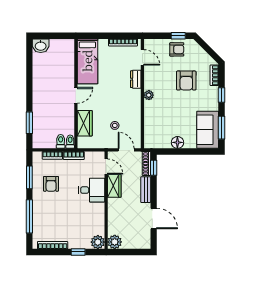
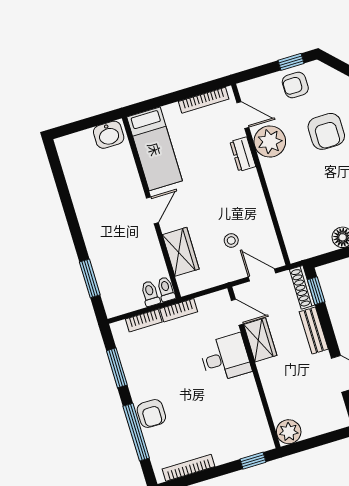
washbasin: (41, 46) -> (109, 135), moved
armchair: (177, 49) -> (295, 85), turned 180
plant: (149, 95) -> (270, 141), moved, width x1.88, depth x1.88
armchair: (51, 184) -> (151, 414), moved
plant: (98, 242) -> (261, 440), removed
window: (78, 252) -> (253, 461), moved

